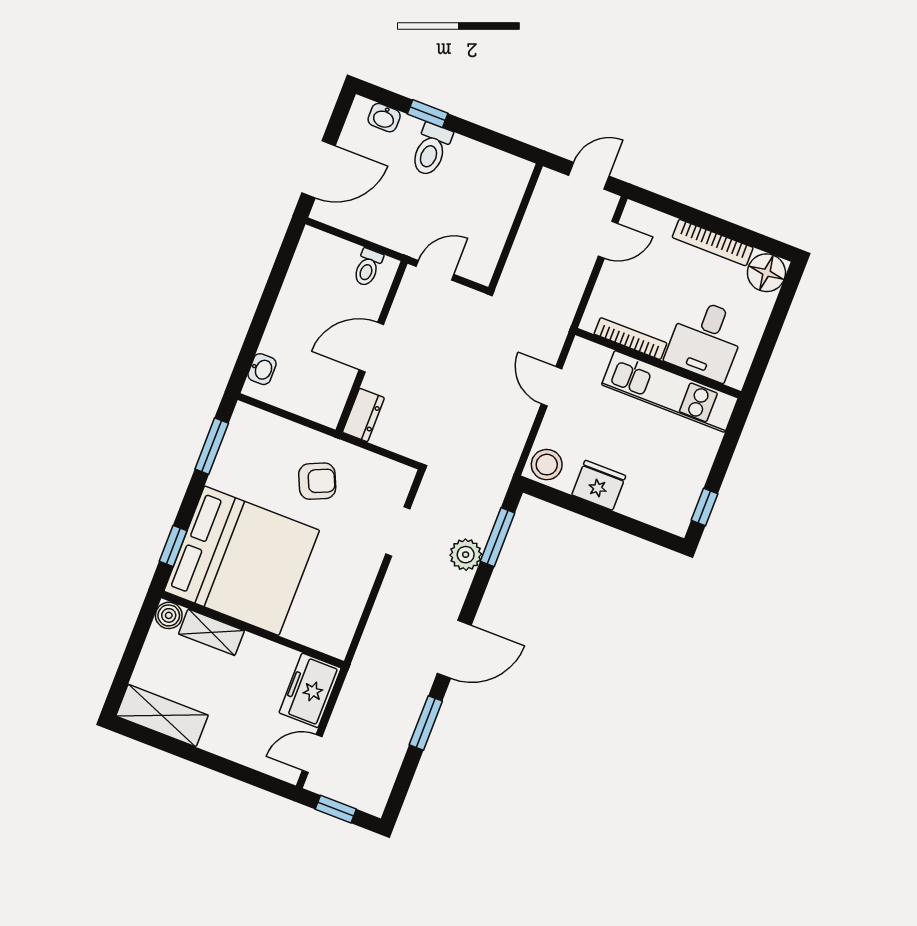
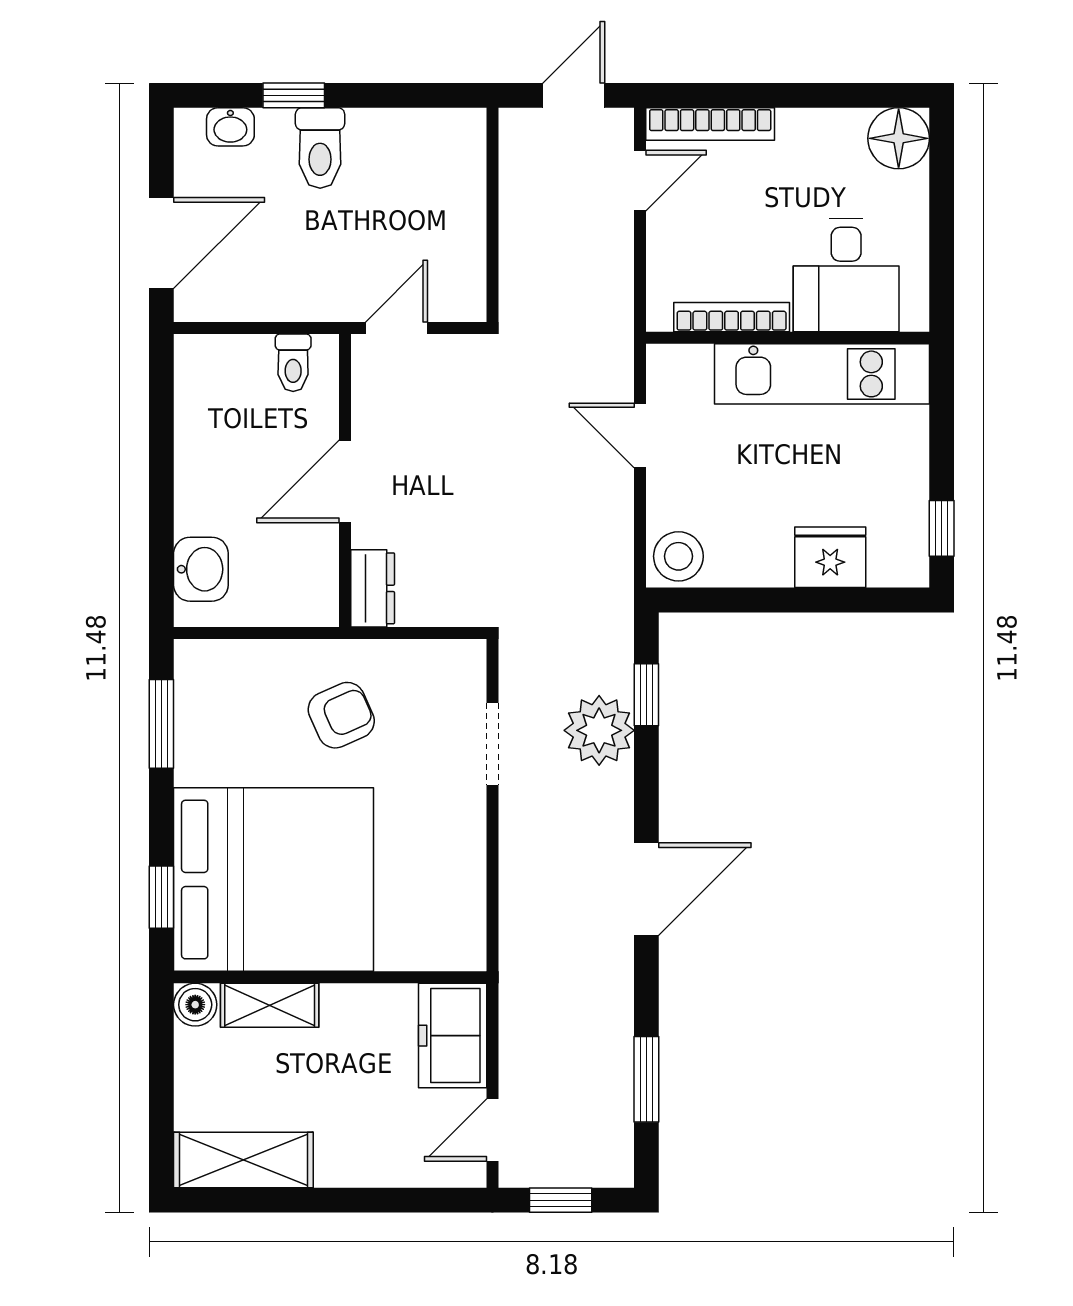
bookcase: (713, 243) -> (710, 124), moved
washbasin: (262, 369) -> (201, 569), width x1.38, depth x1.45
fridge: (599, 485) -> (830, 557), moved
window: (498, 537) -> (646, 695), width x0.67
plant: (466, 555) -> (599, 730), width x1.36, depth x1.36
window: (426, 723) -> (646, 1079), moved

